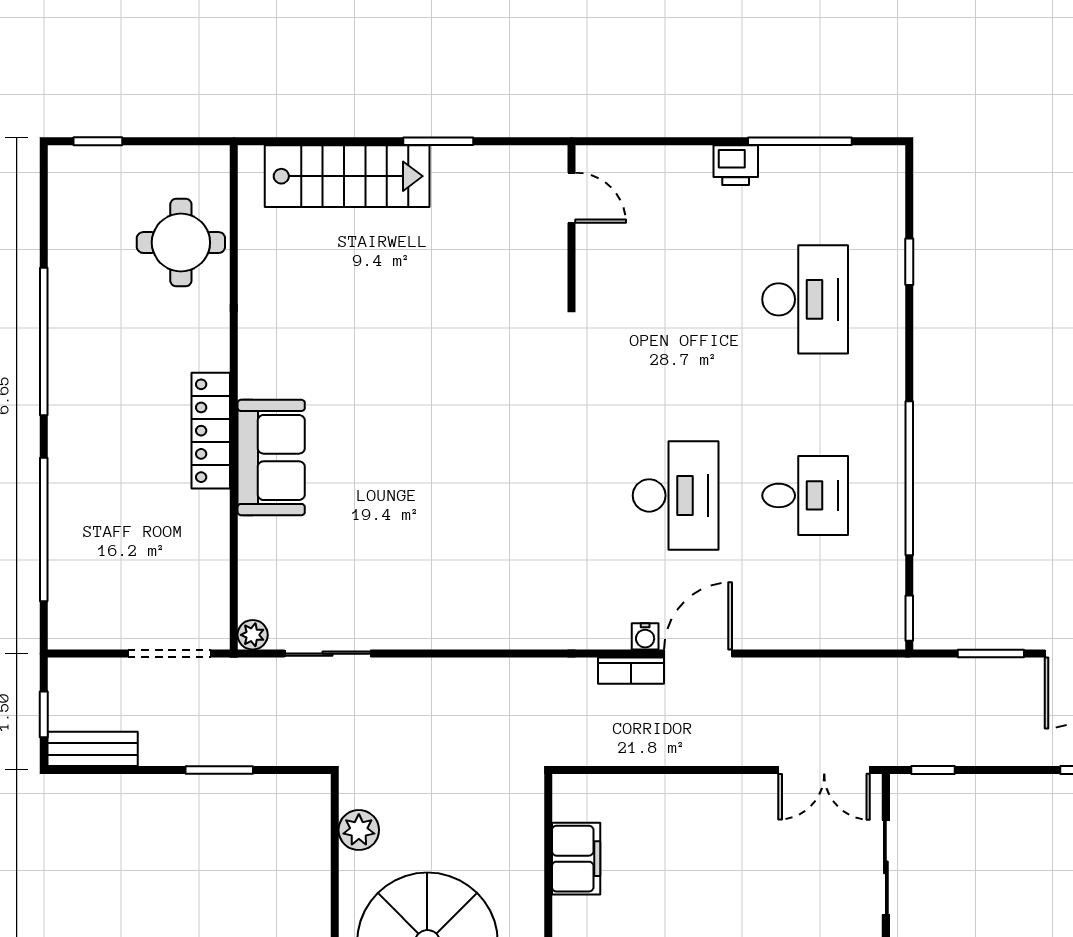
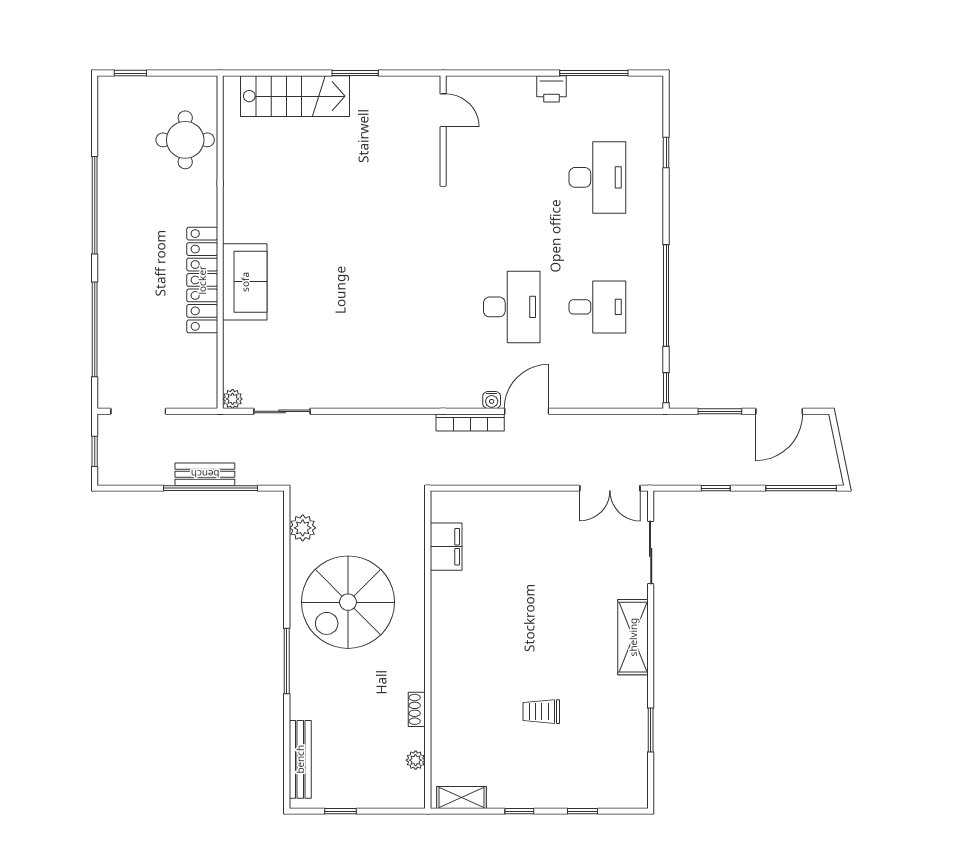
locker: (211, 431) -> (202, 280), width x1.41, depth x1.21
doorway: (169, 654) -> (138, 411), moved
bookcase: (631, 671) -> (470, 423), width x1.56
bench: (93, 749) -> (205, 474), moved
window: (219, 770) -> (210, 488), width x2.11
window: (933, 770) -> (716, 488), moved

